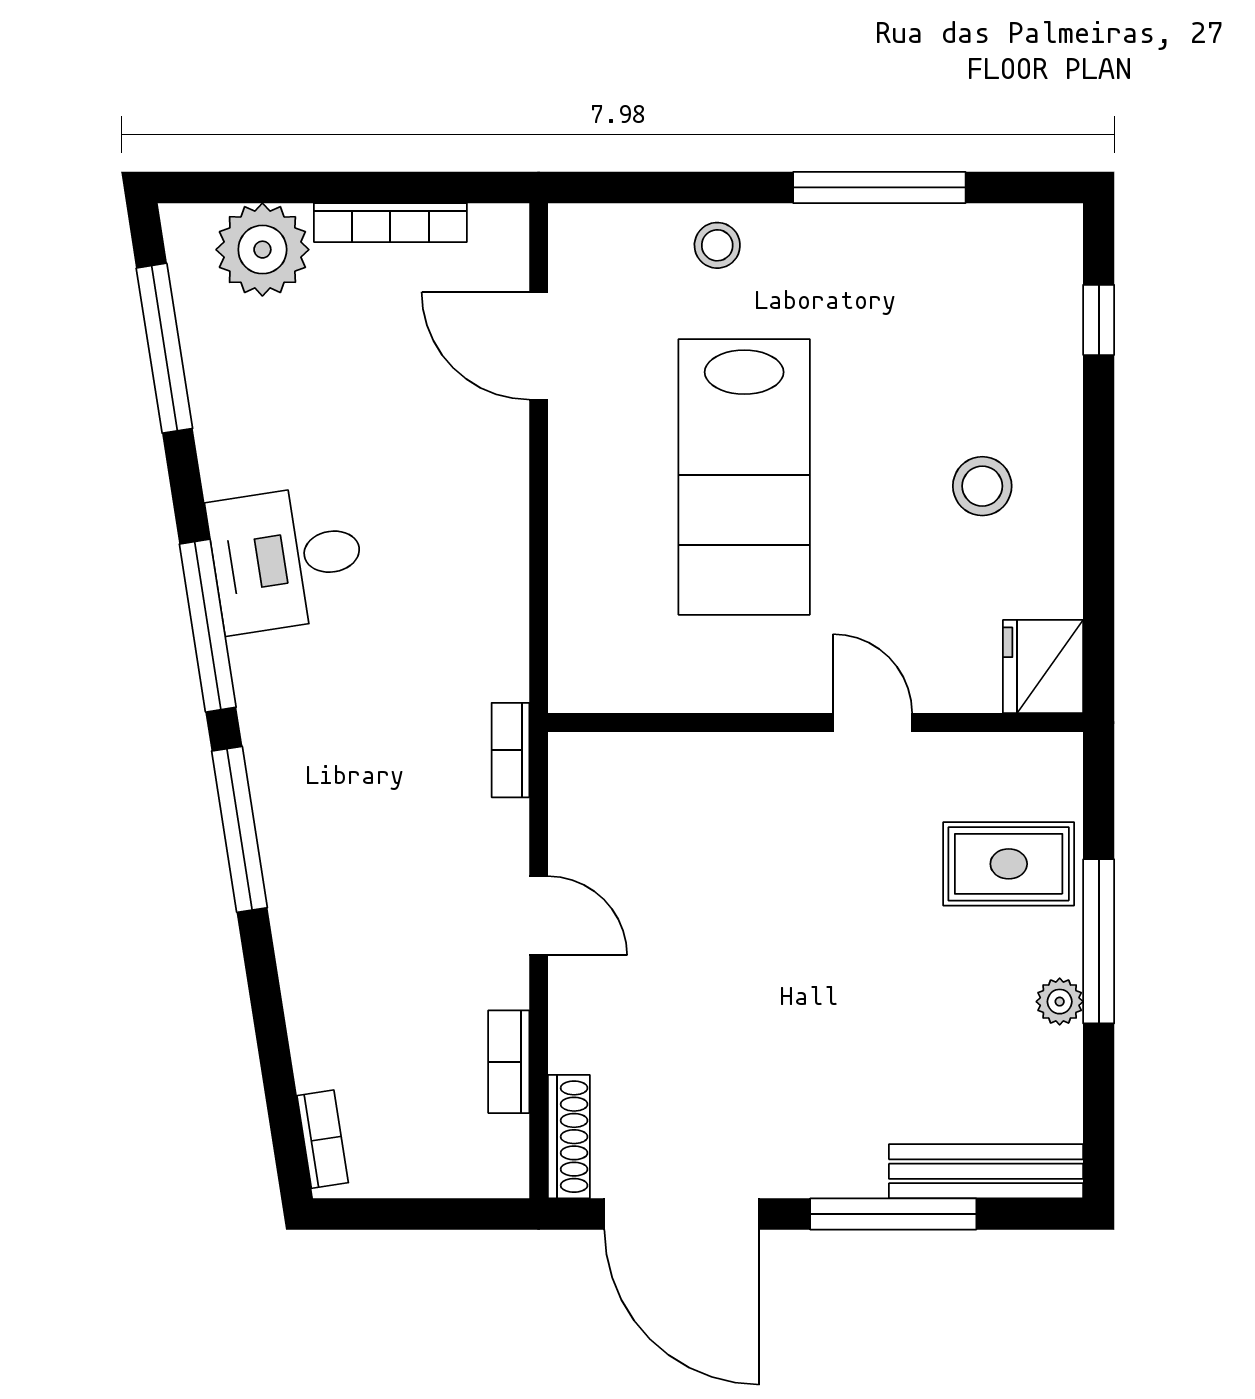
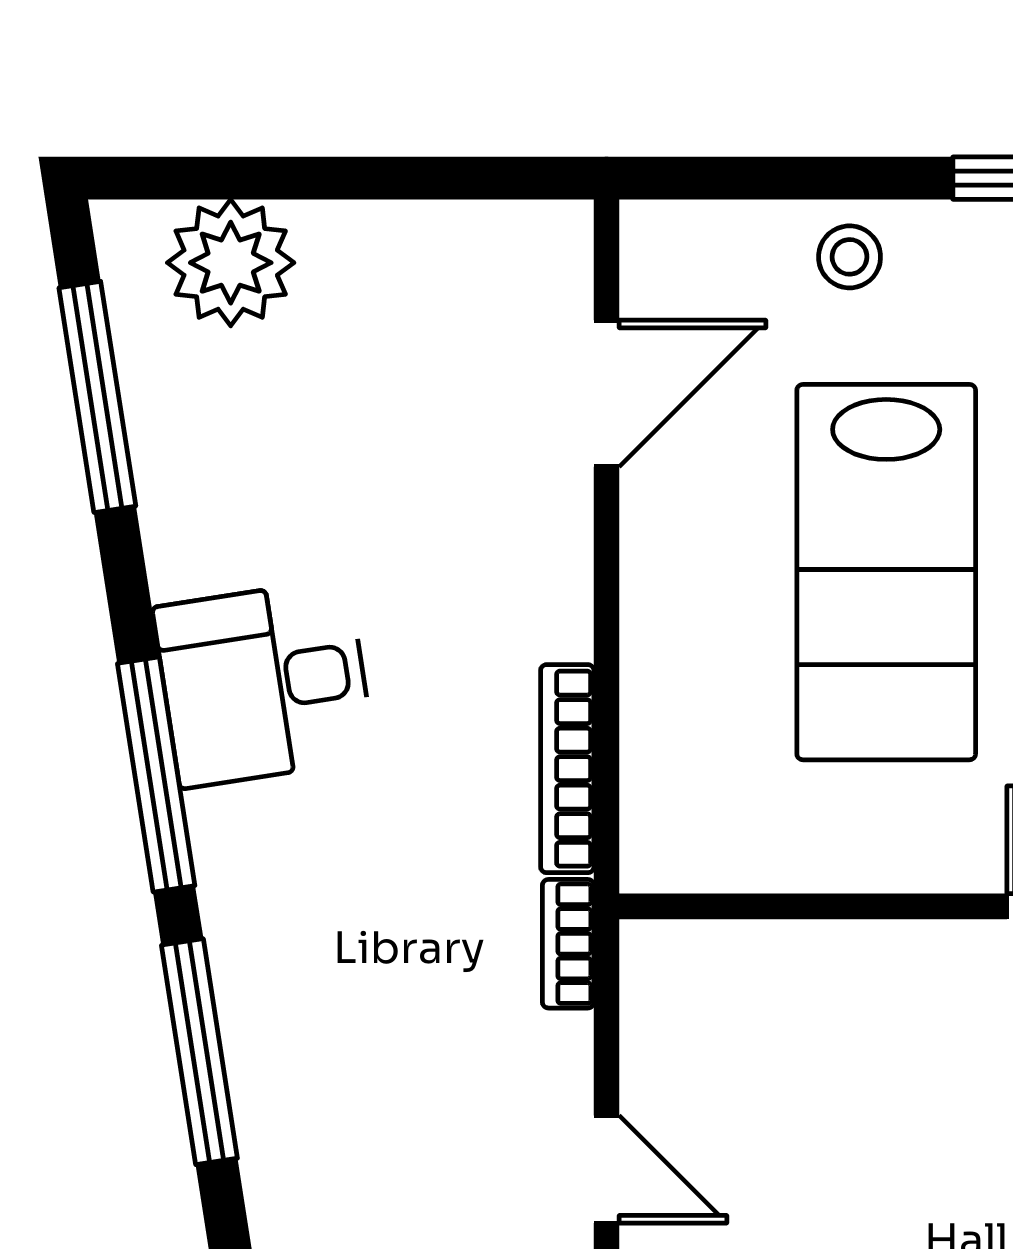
bookcase: (390, 223) -> (567, 769), moved, turned 90
door: (539, 346) -> (607, 394), swing flipped

